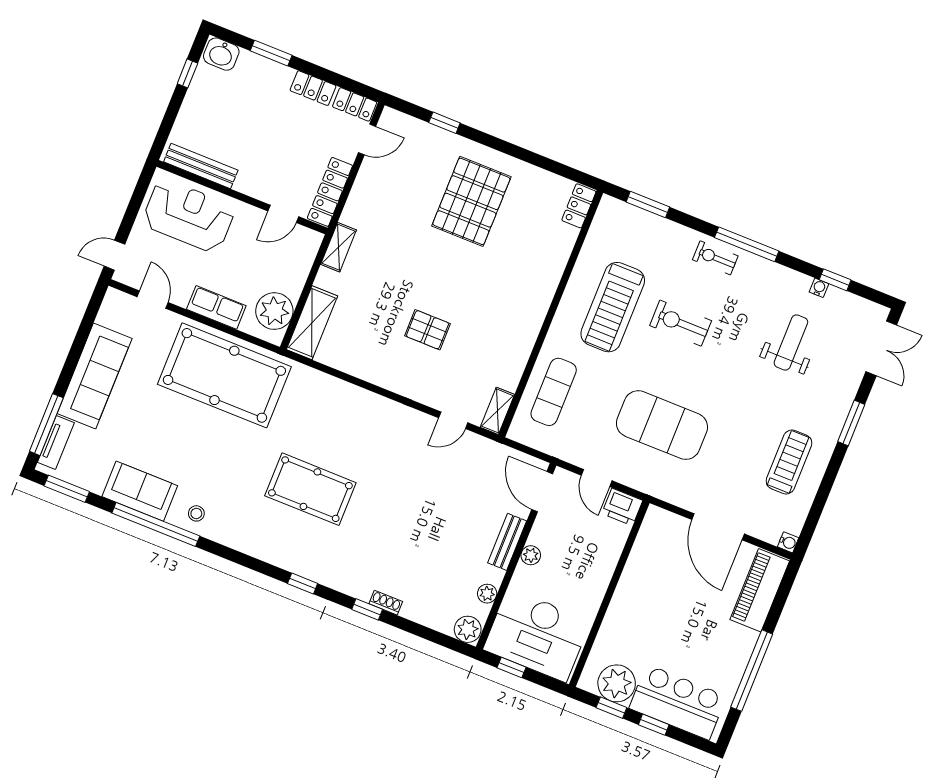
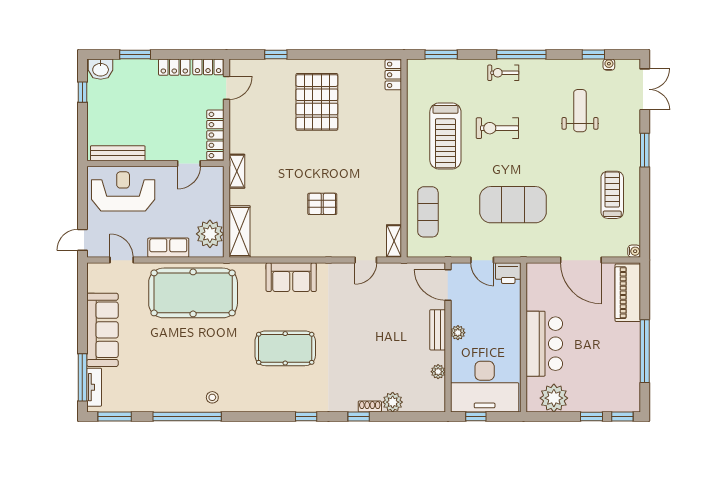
water cooler: (819, 288) -> (609, 65), moved
sofa: (140, 491) -> (291, 277), moved, turned 180
plant: (468, 629) -> (393, 402), moved
bar counter: (678, 702) -> (544, 344), moved, turned 90
window: (611, 708) -> (622, 416), moved

